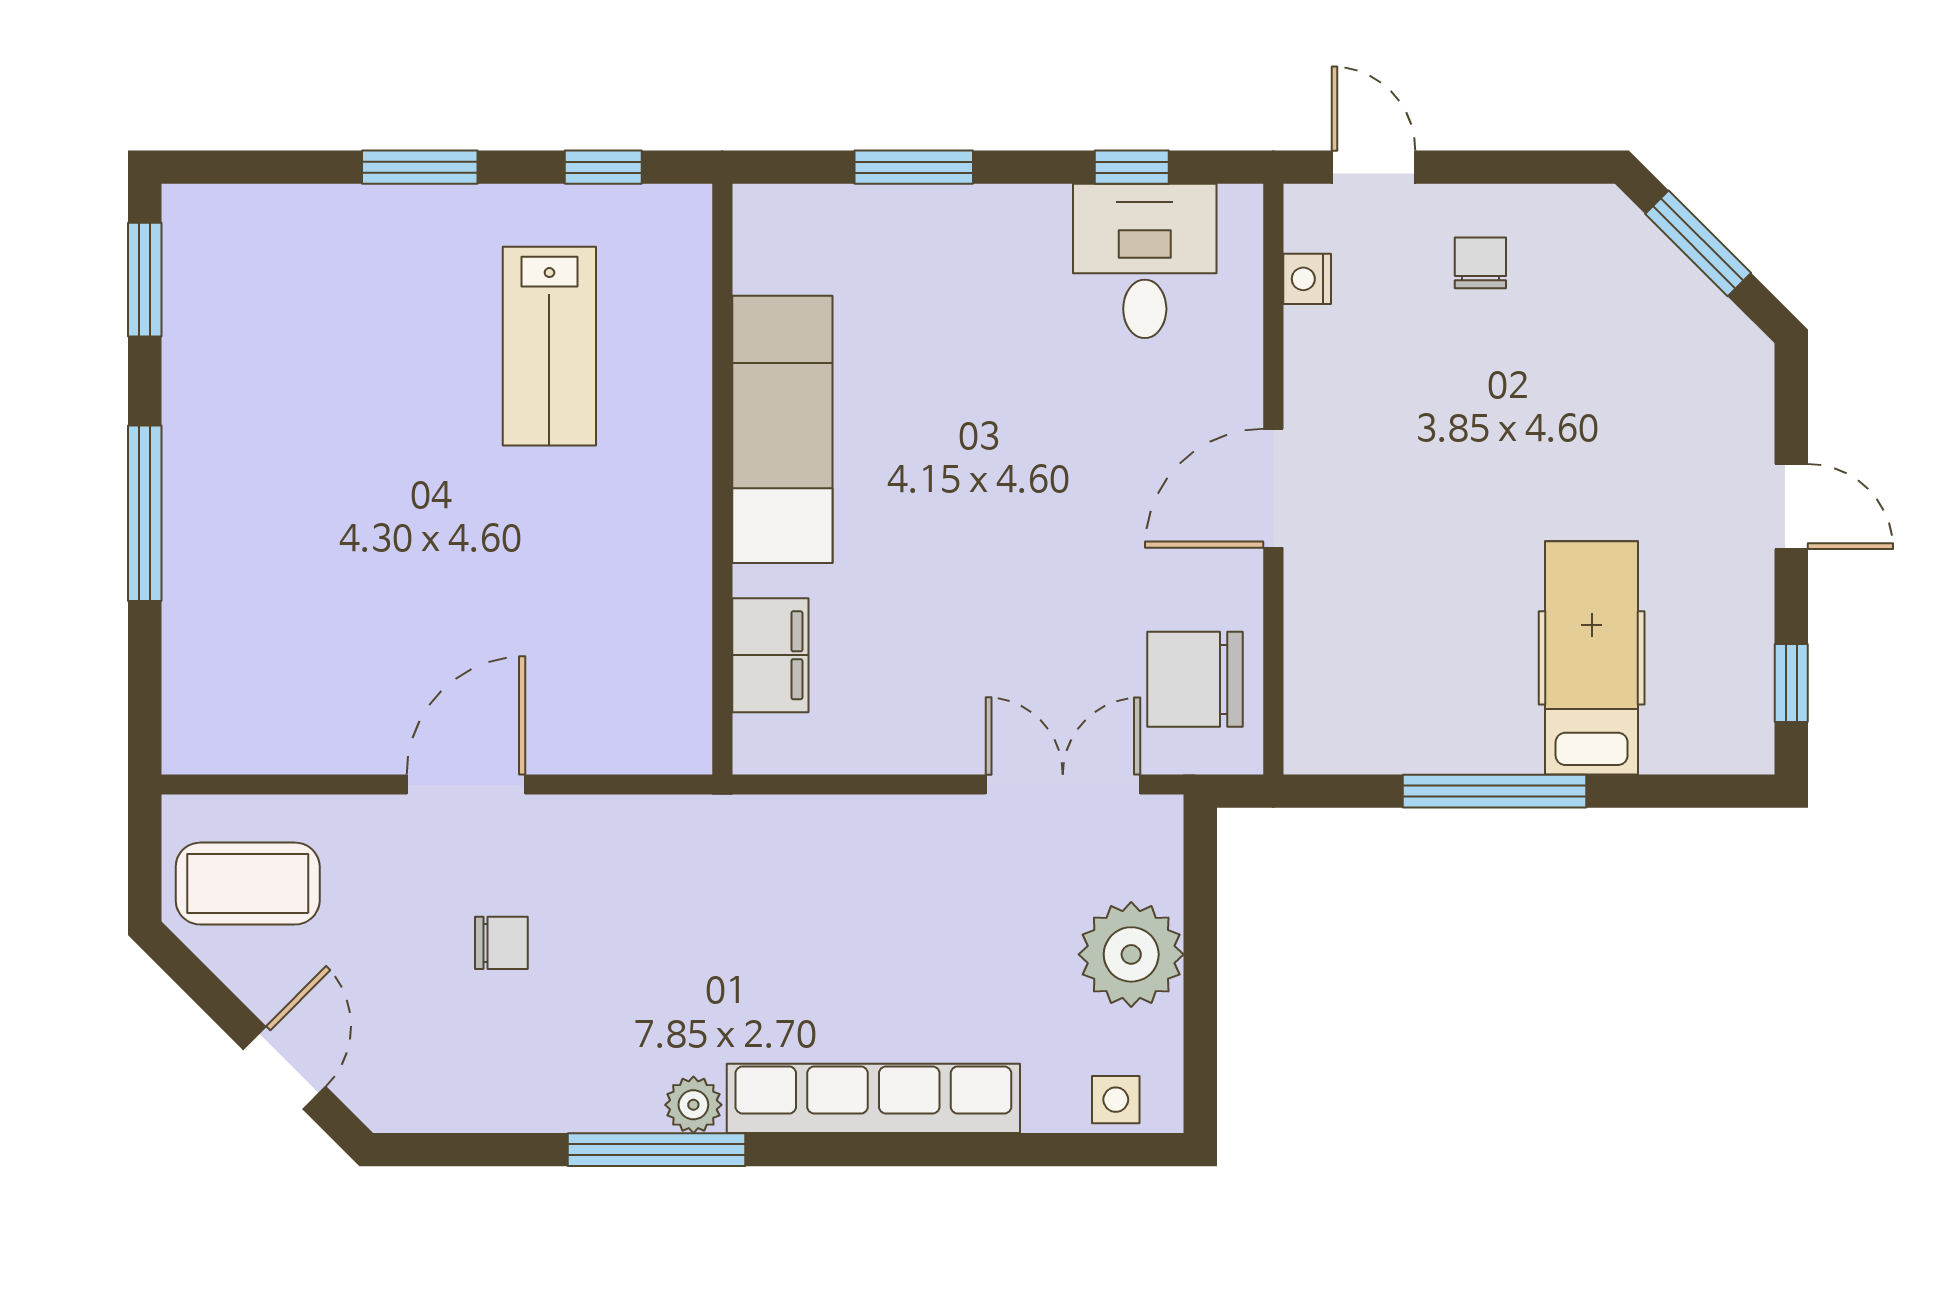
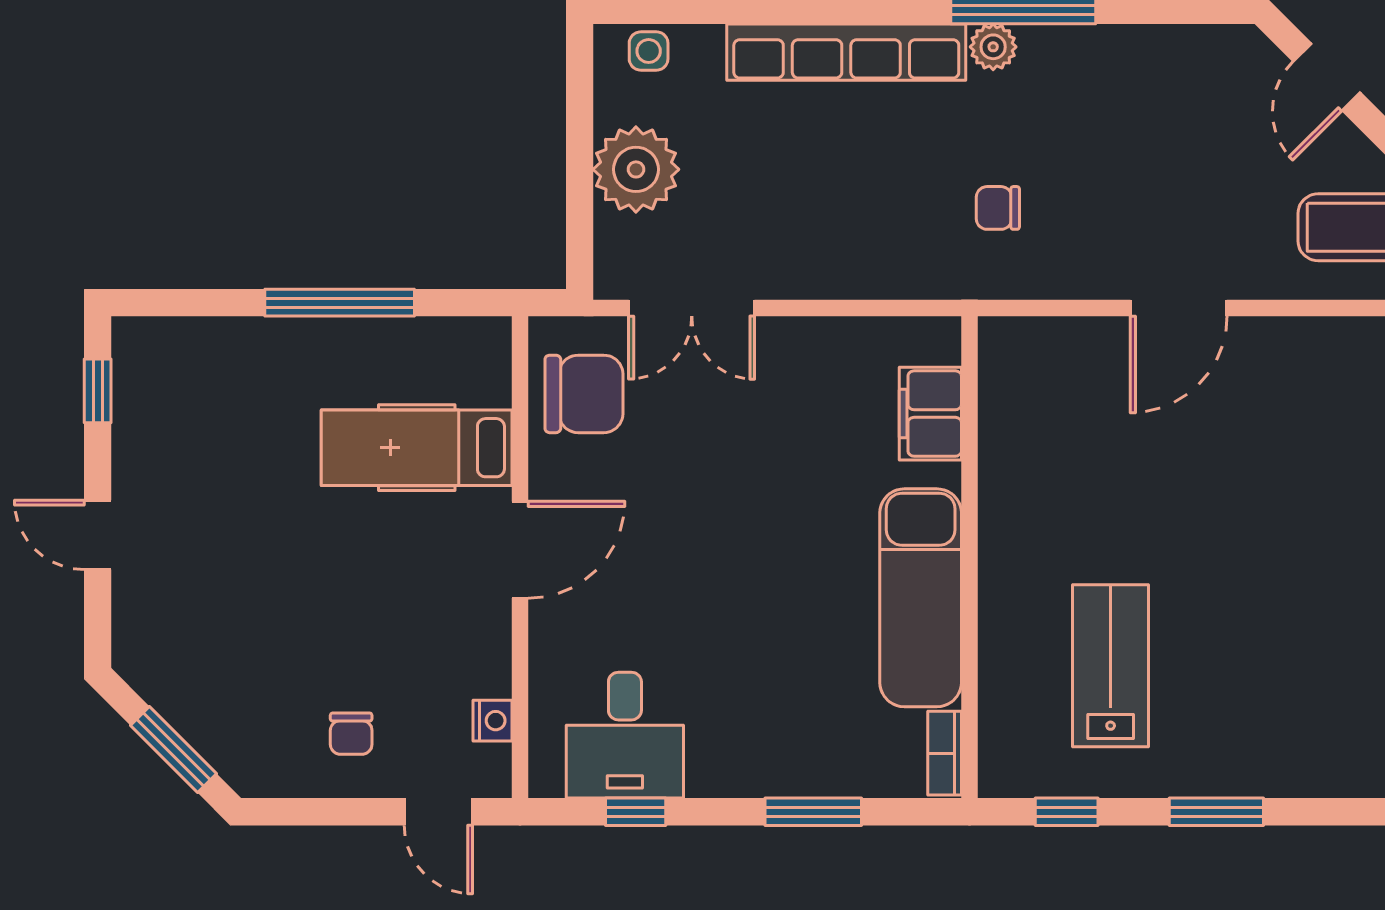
bookcase: (753, 239) -> (945, 753), added
hospital bed: (1592, 658) -> (417, 448), moved, turned 90
chair: (501, 943) -> (998, 208), moved

